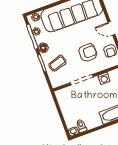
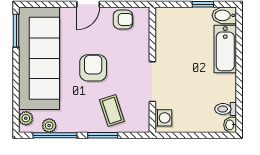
floor lamp: (43, 48) -> (79, 124), removed
armchair: (88, 52) -> (93, 68), moved
washing machine: (104, 78) -> (163, 118), moved

